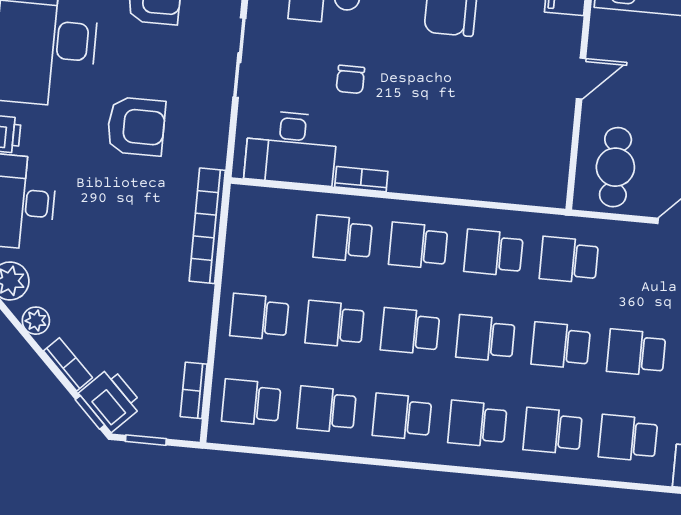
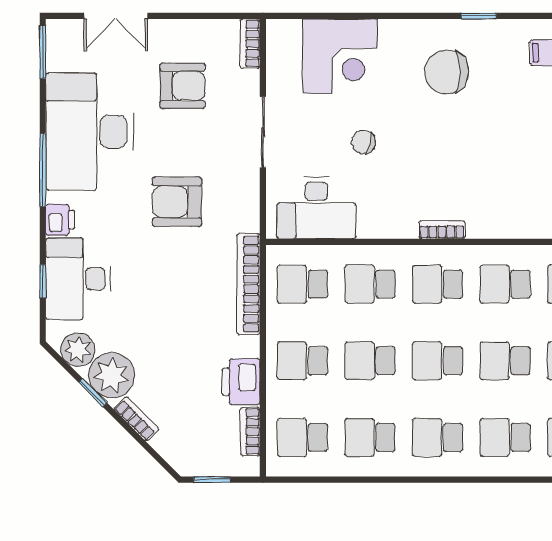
chair: (350, 79) -> (363, 142), turned 103
armchair: (136, 126) -> (177, 202), turned 180
bookcase: (361, 179) -> (442, 230), moved
school desk: (267, 231) -> (302, 284), added
plant: (36, 321) -> (112, 375), width x1.88, depth x1.88
printer: (111, 399) -> (241, 382), moved, turned -135
window: (90, 412) -> (93, 393), moved

